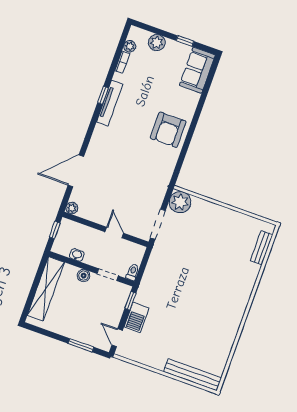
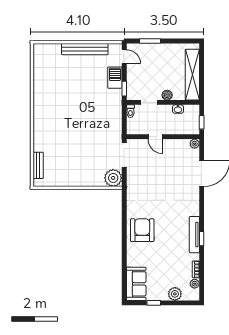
bench: (193, 375) -> (85, 49), moved

